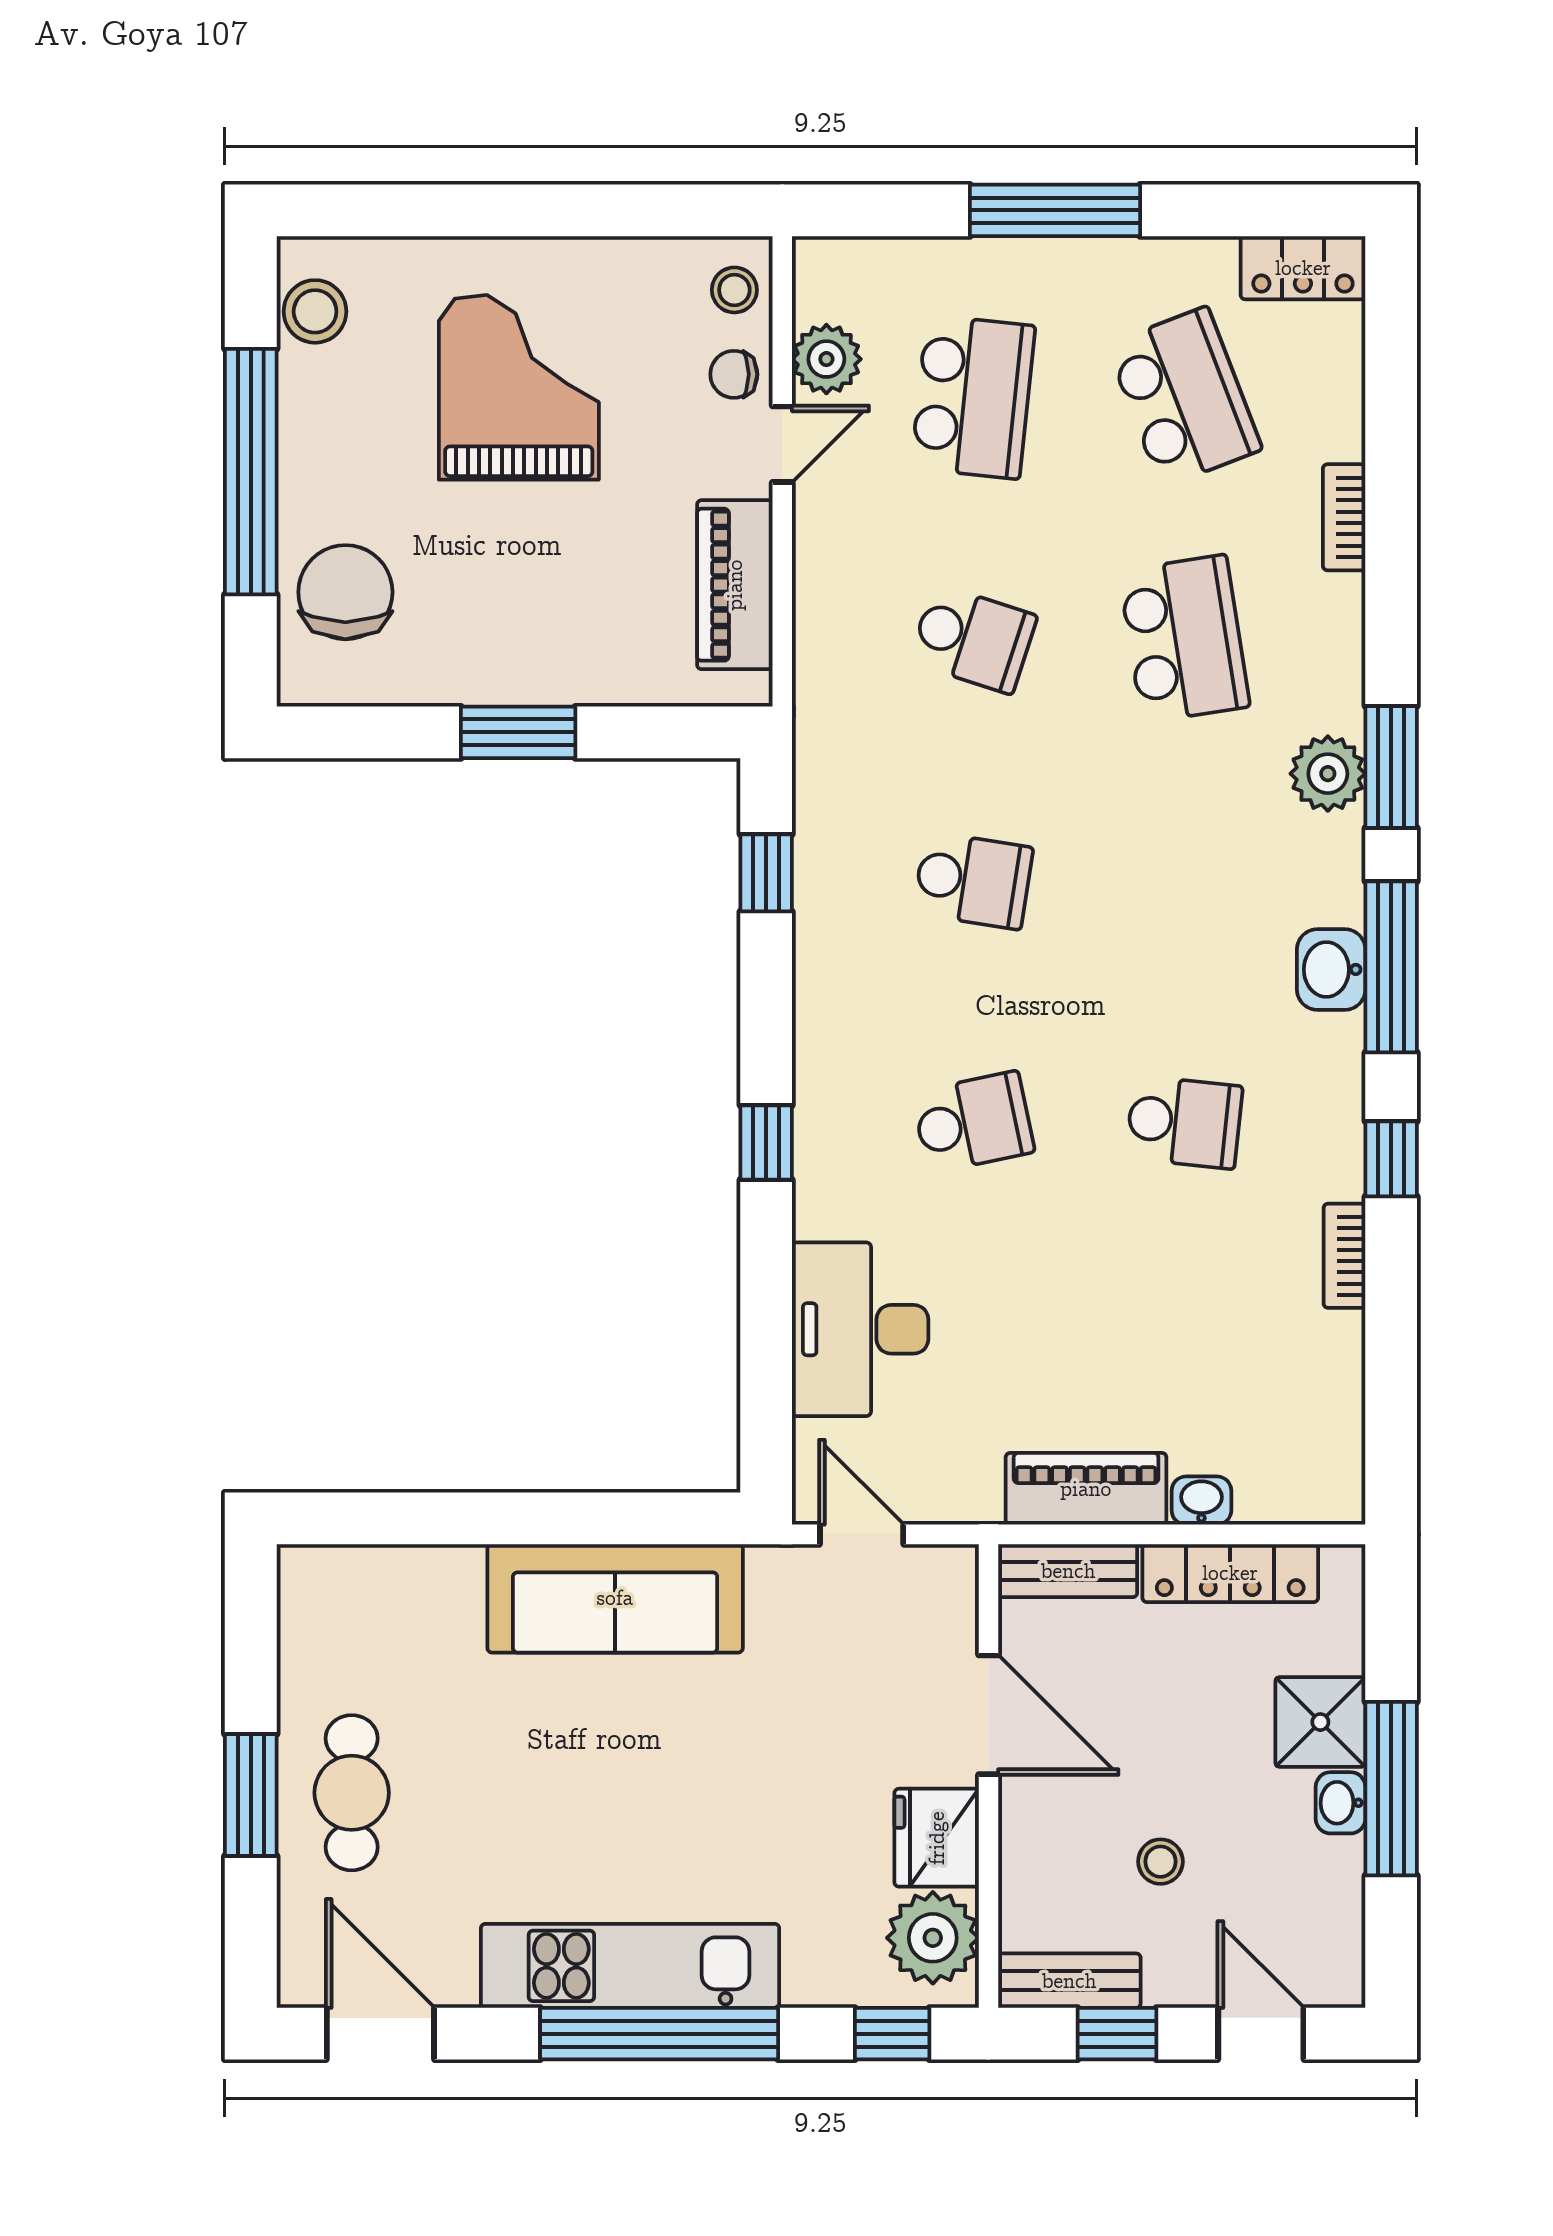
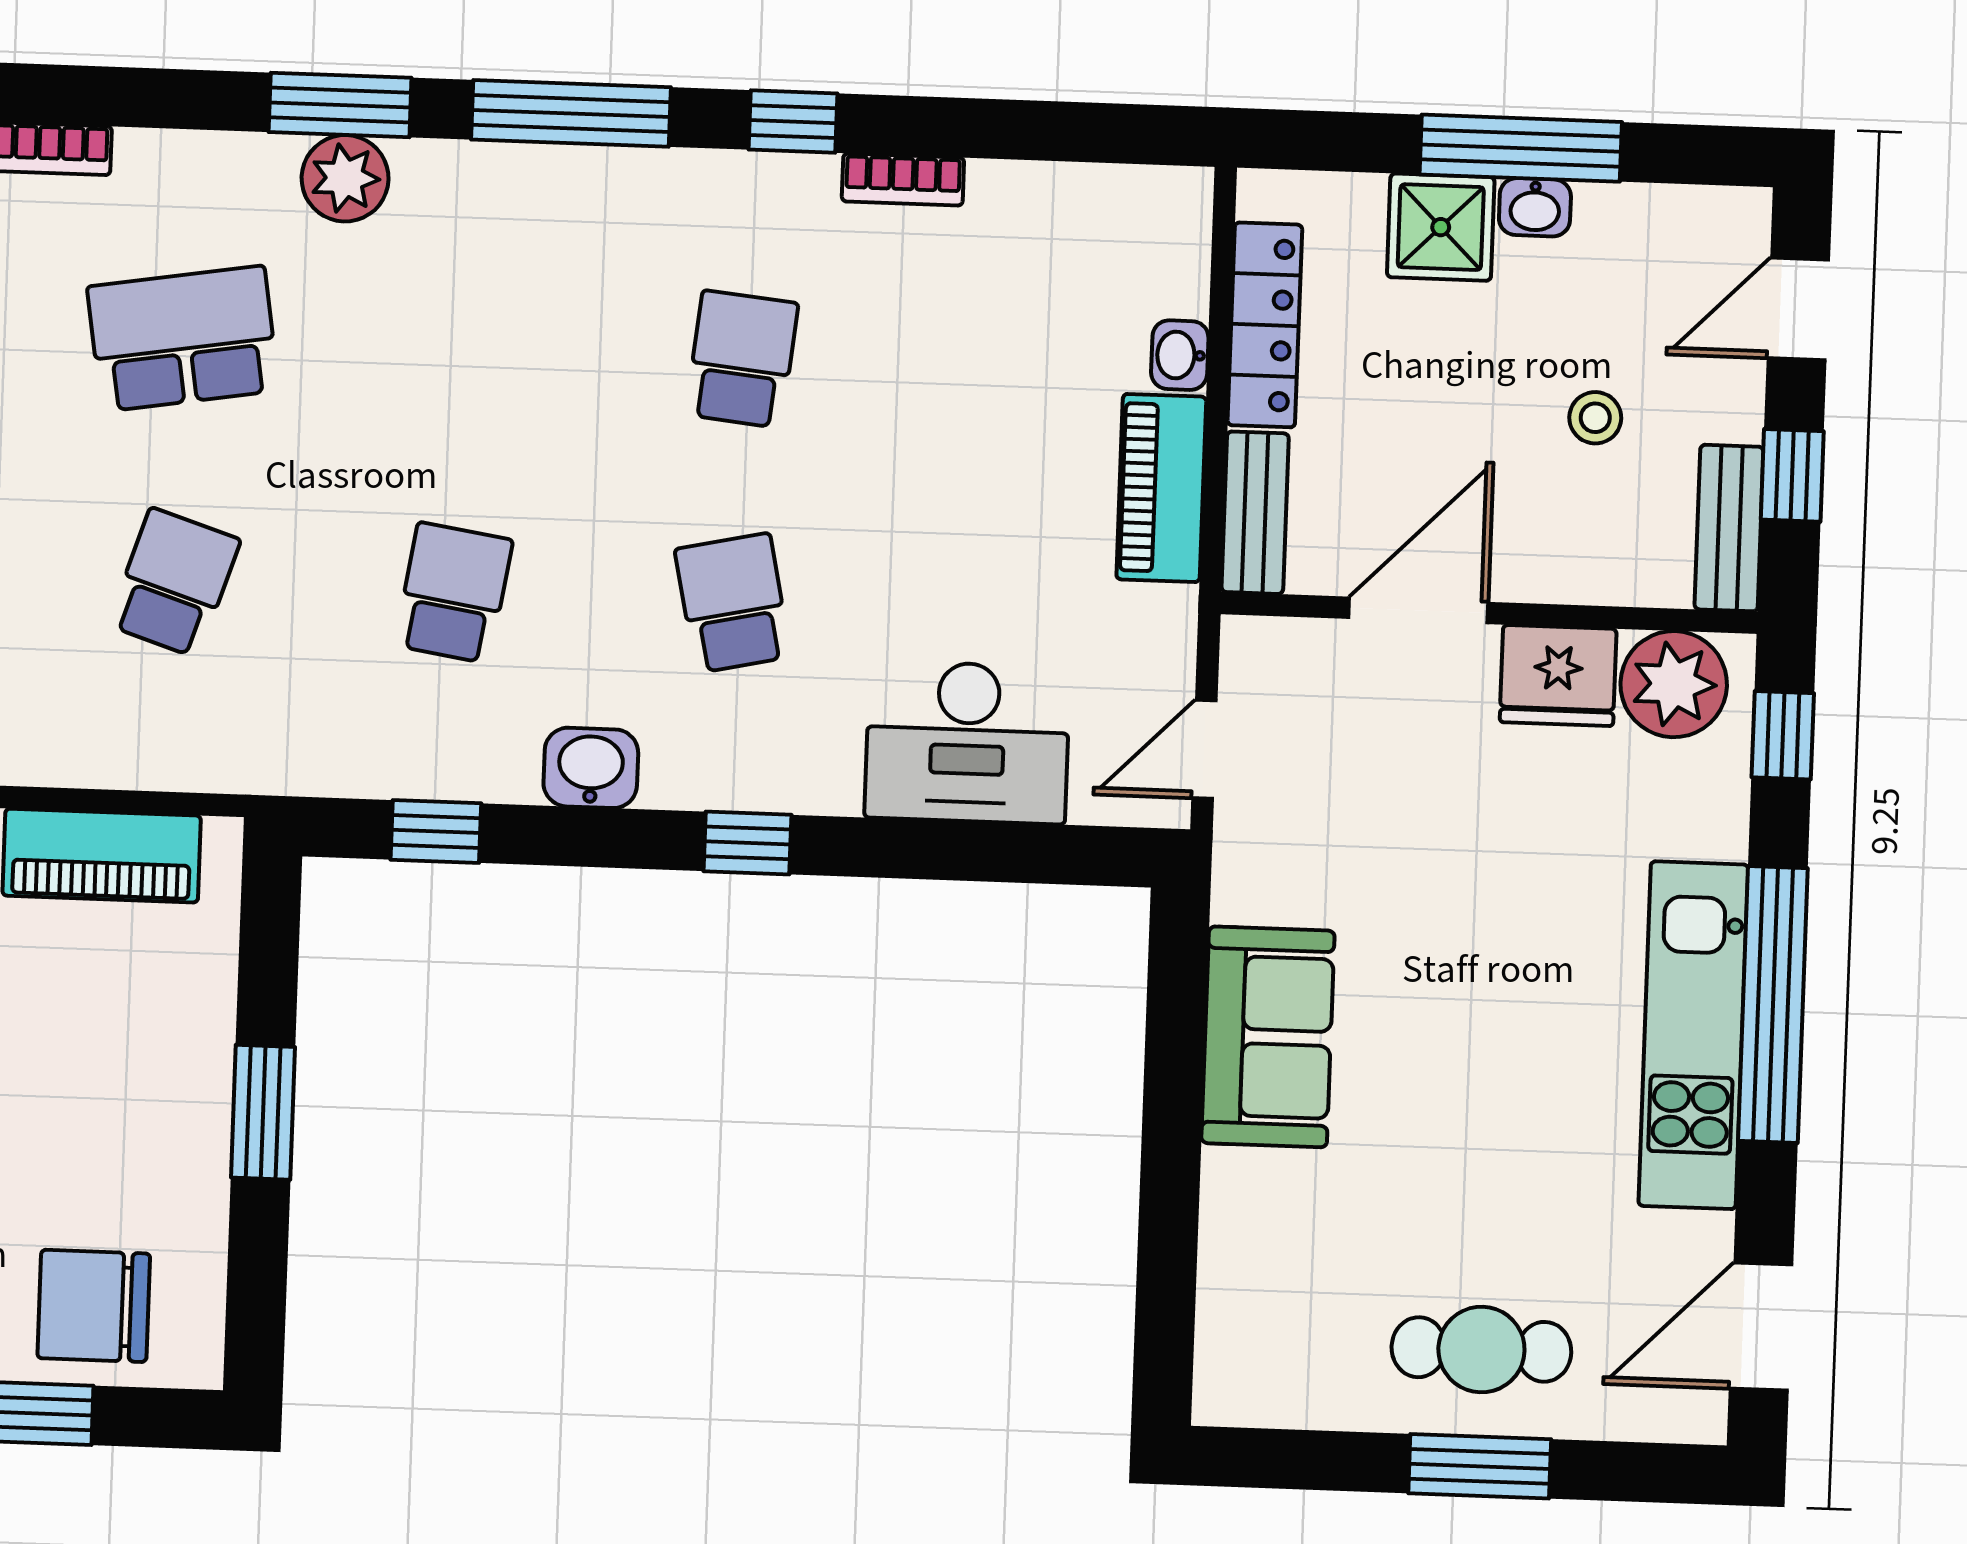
washbasin: (1331, 969) -> (591, 768), moved, turned 180
sofa: (615, 1598) -> (1268, 1037), width x0.73

